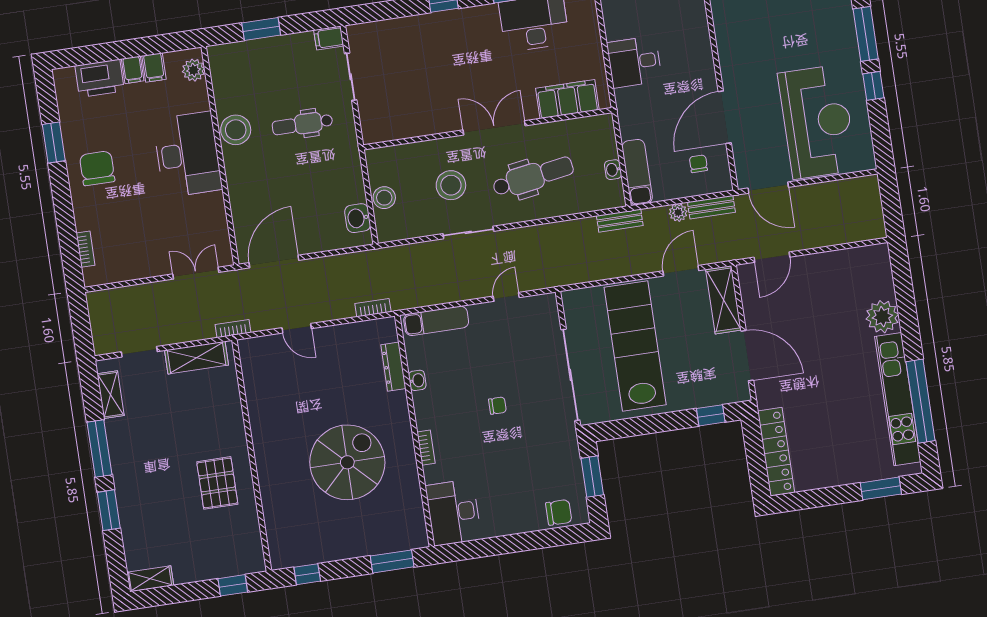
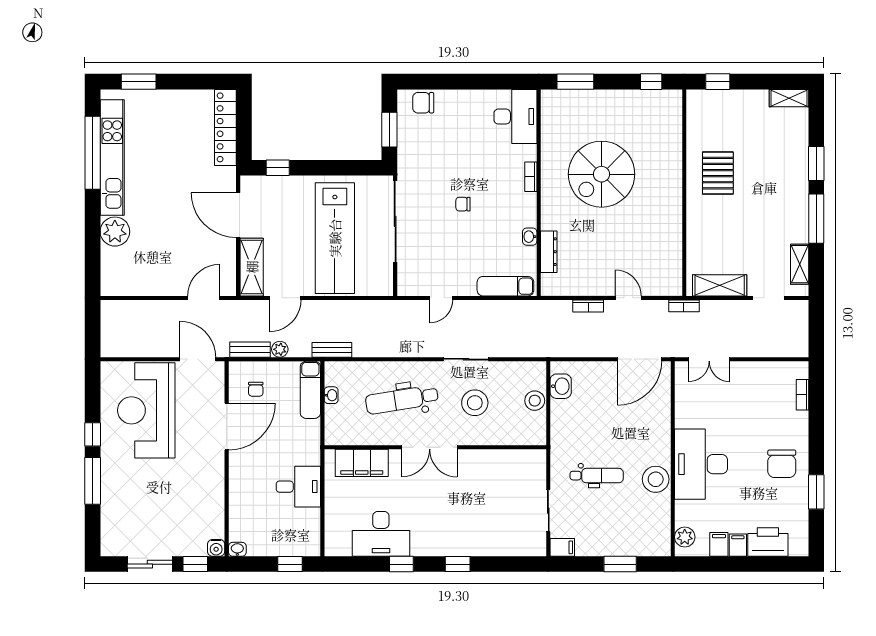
bookcase: (373, 308) -> (588, 306), moved

